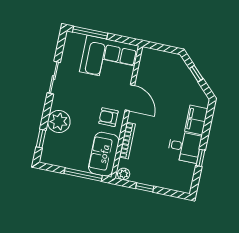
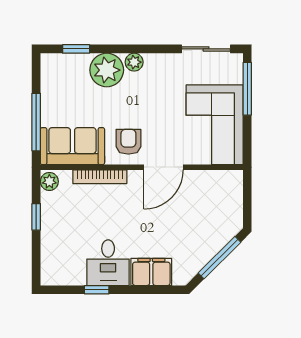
window: (196, 74) -> (220, 258), width x2.17
sliding door: (54, 78) -> (206, 49), moved
plant: (57, 103) -> (134, 62), added

